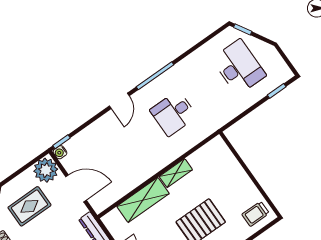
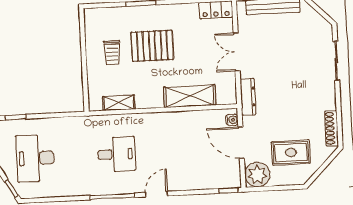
water cooler: (60, 152) -> (232, 120), moved
shelving: (176, 173) -> (119, 103), moved
trolley: (256, 214) -> (112, 52), moved, turned 90

